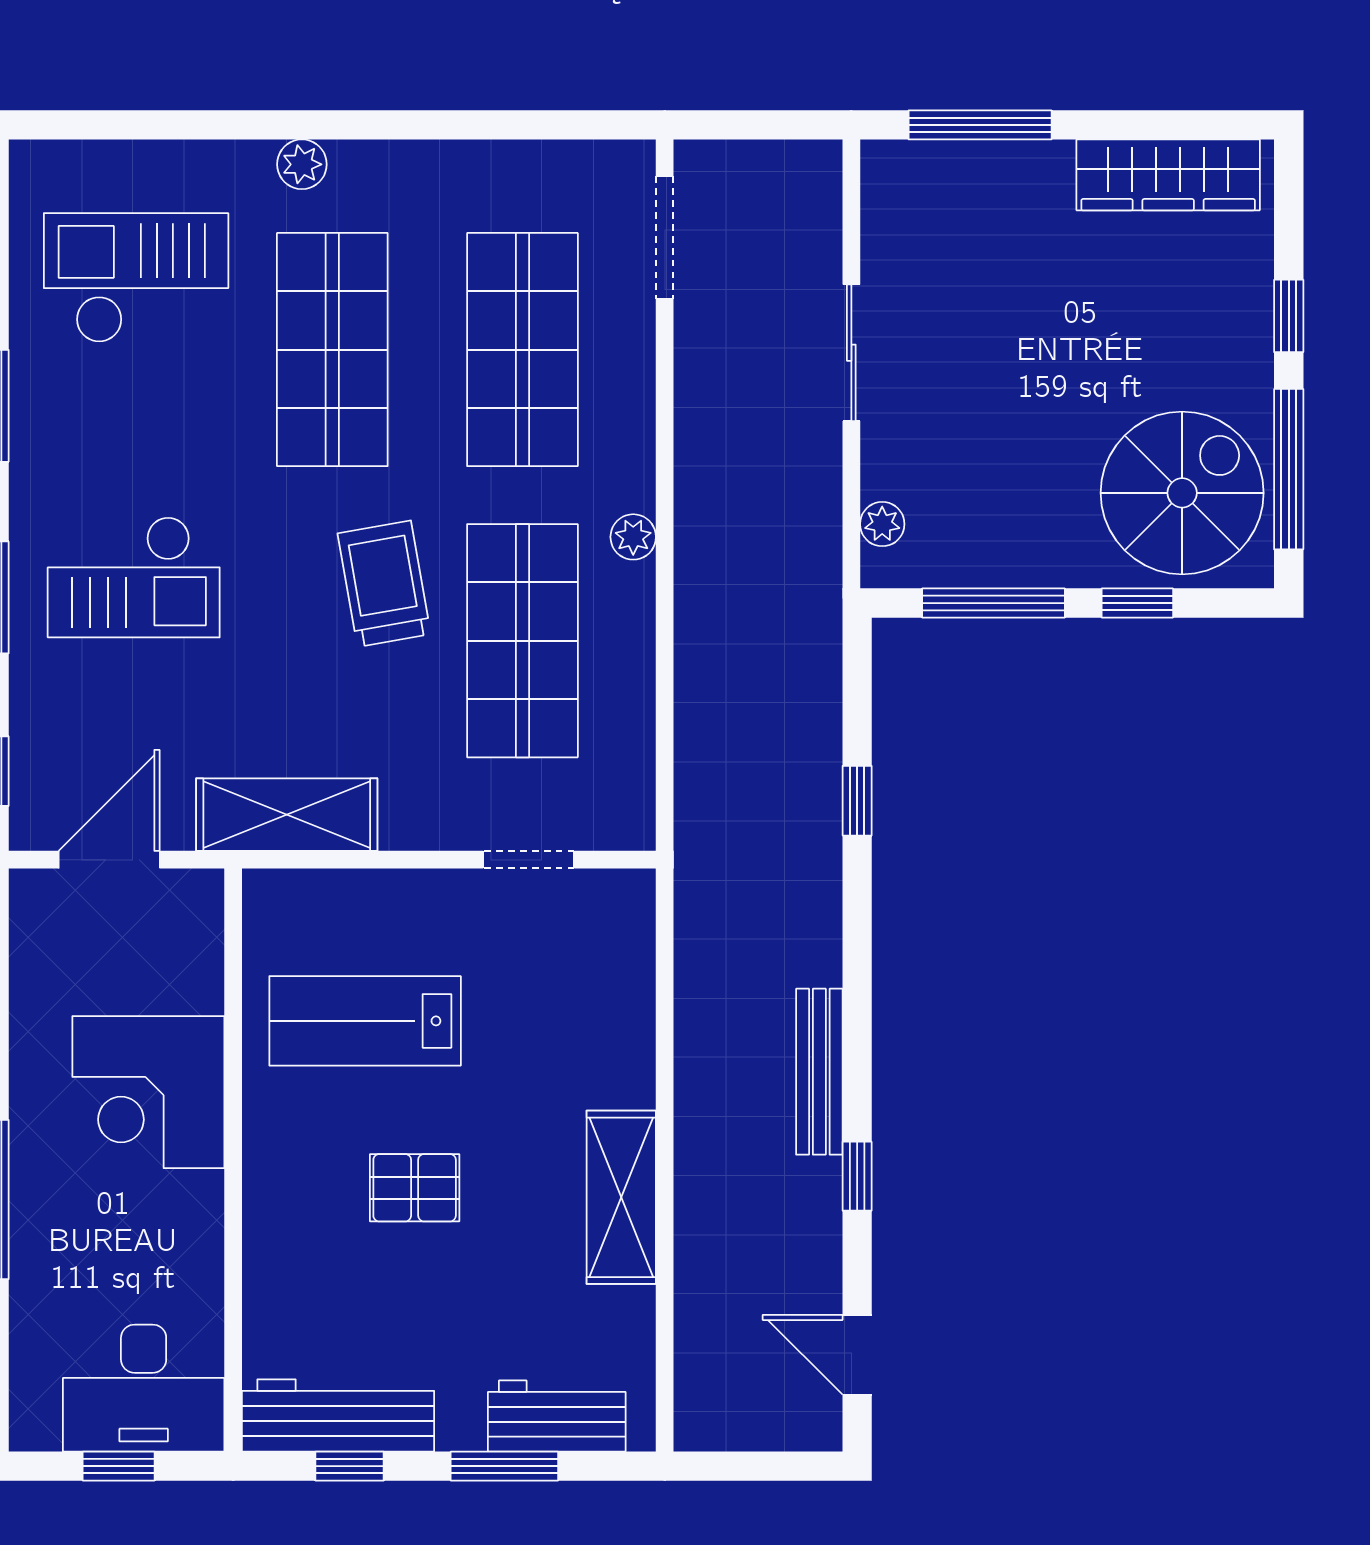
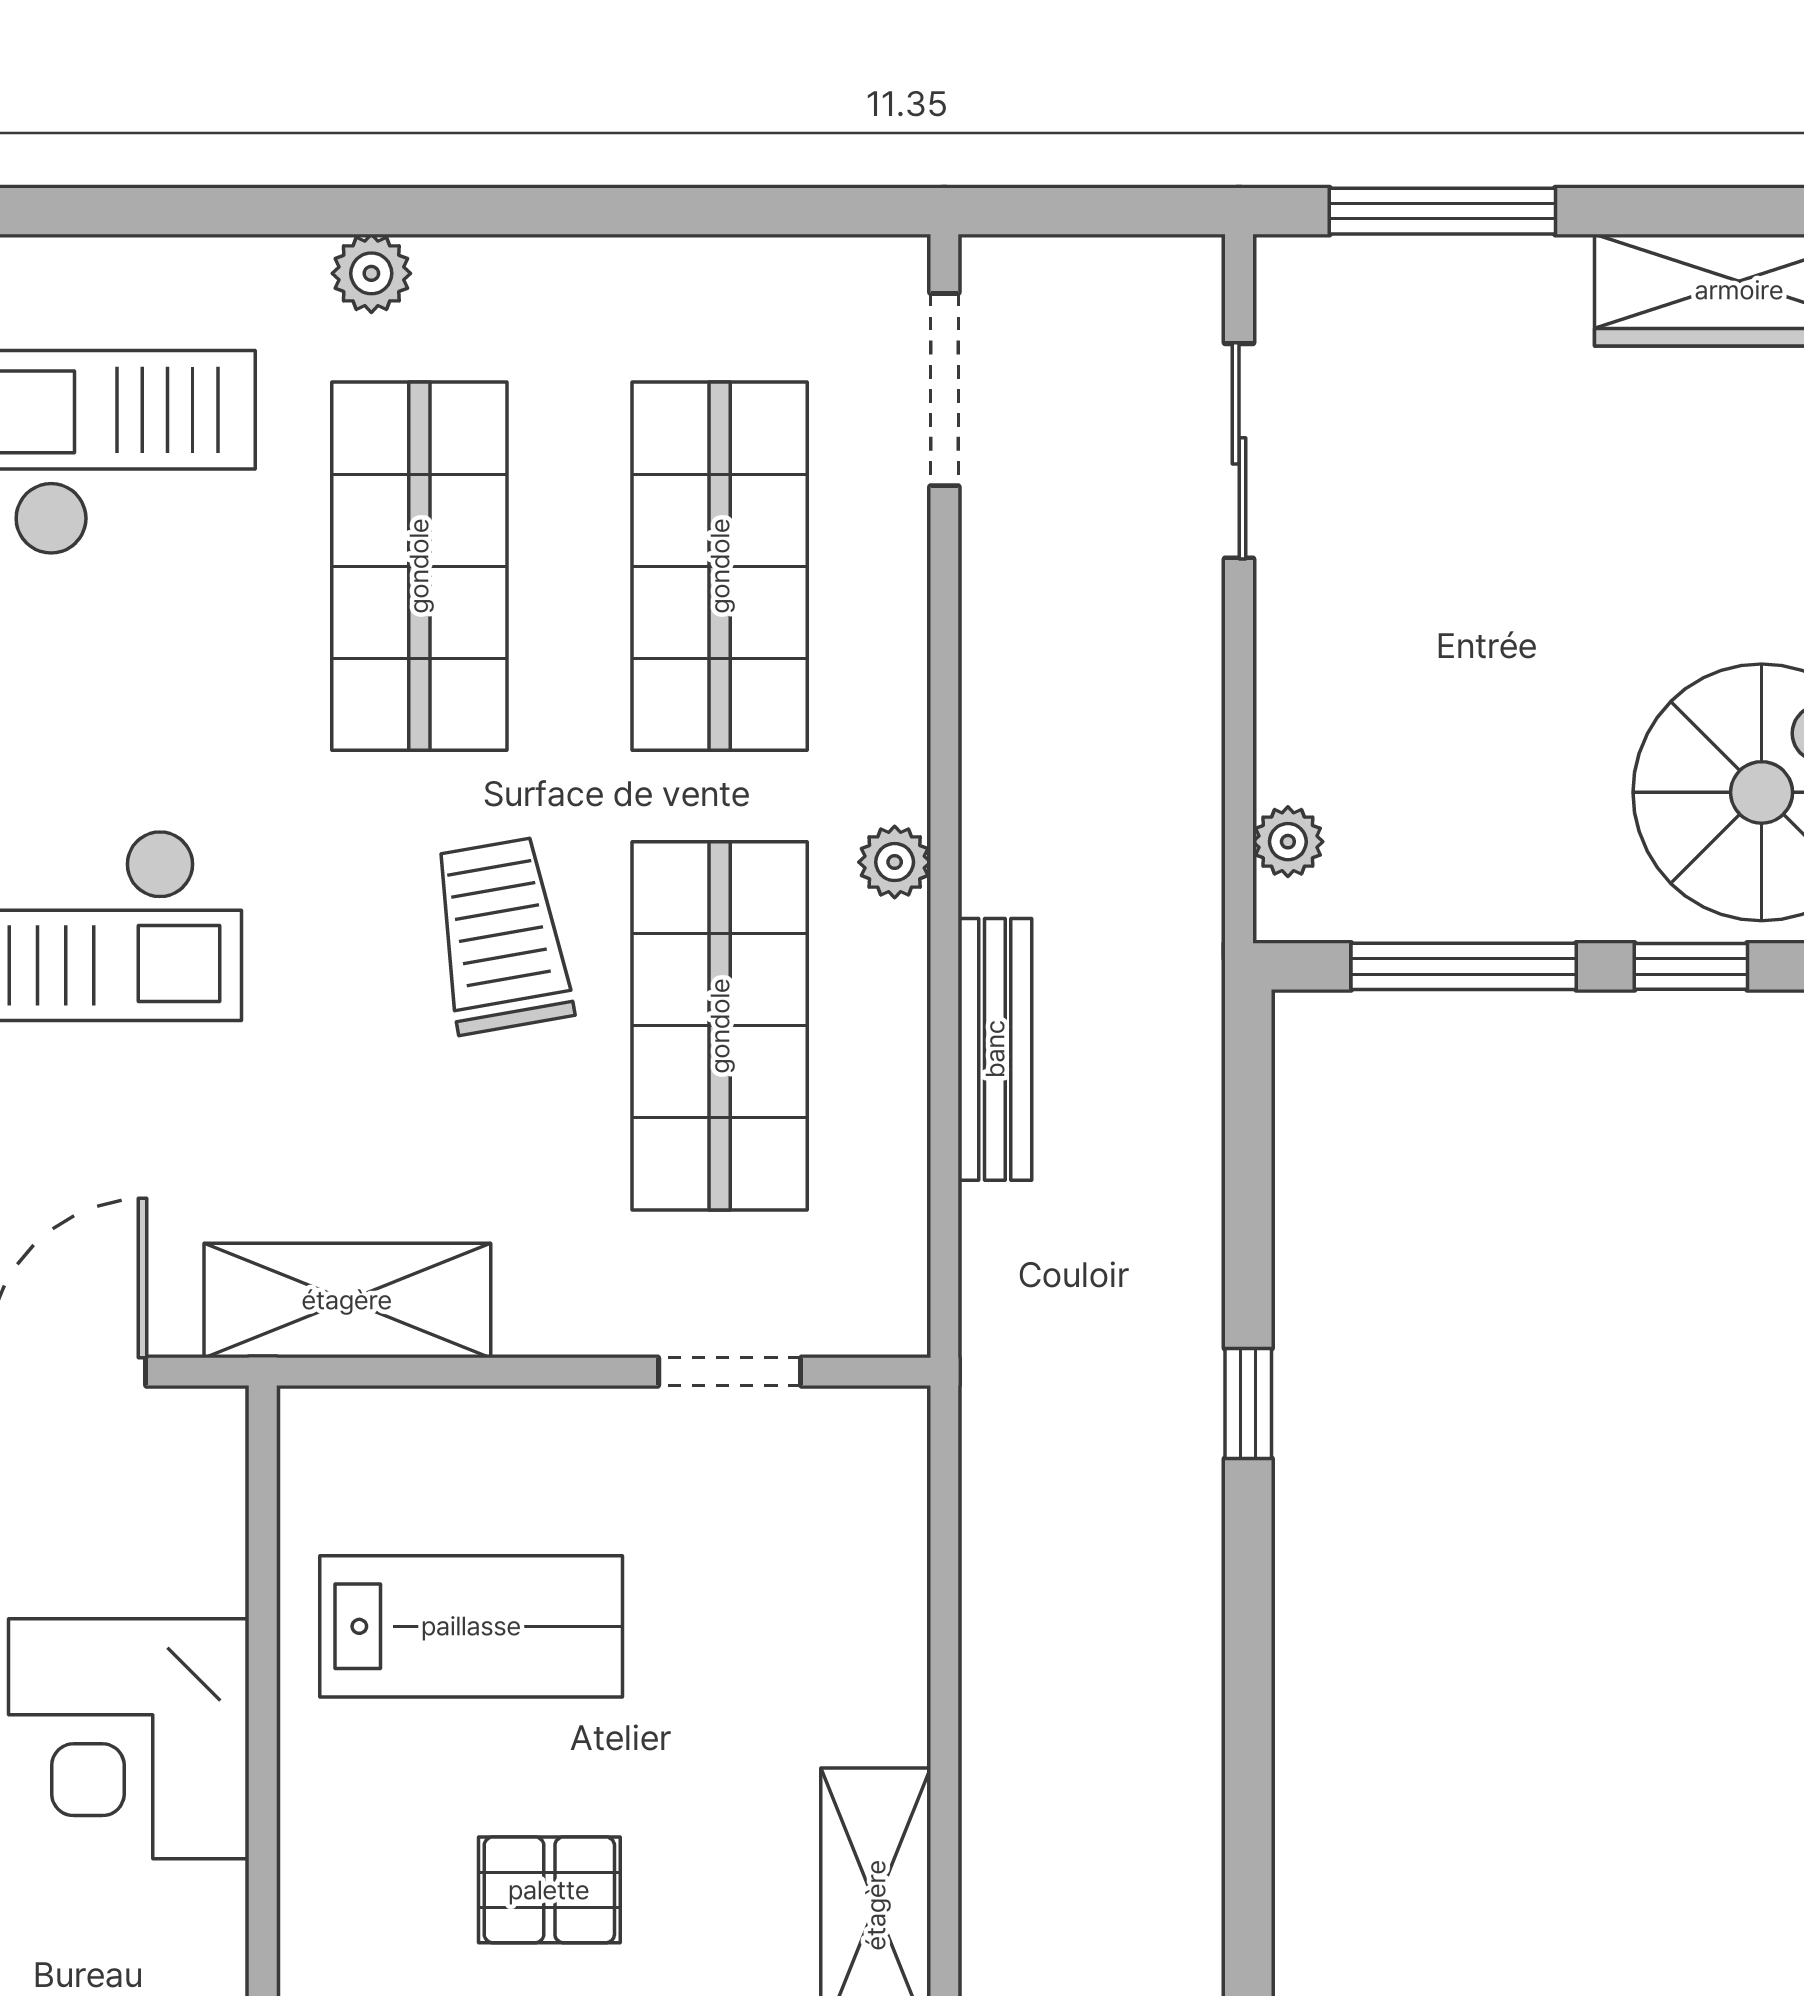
sliding door: (851, 353) -> (1239, 451), moved
window: (857, 801) -> (1248, 1404), moved
lab bench: (365, 1021) -> (471, 1626), turned 180
bench: (819, 1072) -> (995, 1049), moved
window: (857, 1176) -> (1248, 1872), removed

